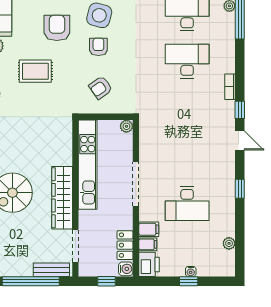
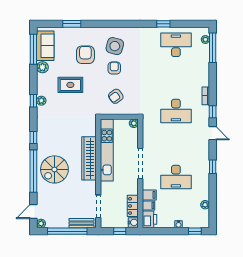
desk: (187, 61) -> (176, 111), moved, turned 180
wardrobe: (62, 198) -> (89, 158), moved
window: (189, 281) -> (195, 231), moved

